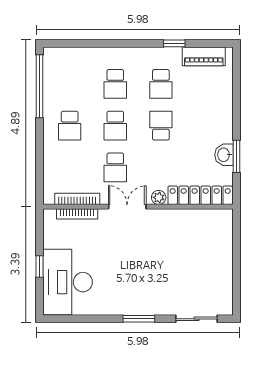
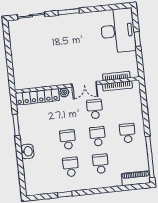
piano: (204, 56) -> (136, 178), moved
school desk: (161, 126) -> (68, 140), turned 180
washbasin: (224, 155) -> (27, 151), moved

